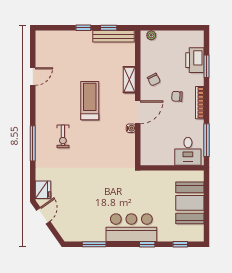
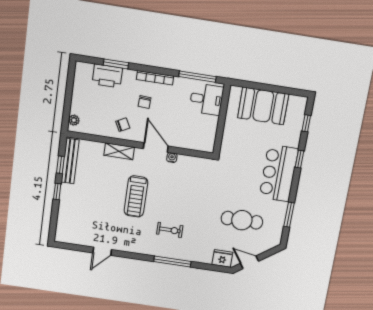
door: (33, 76) -> (102, 251), swing flipped
treadmill: (90, 101) -> (136, 196), turned -90
cafe table: (82, 202) -> (242, 220), added

